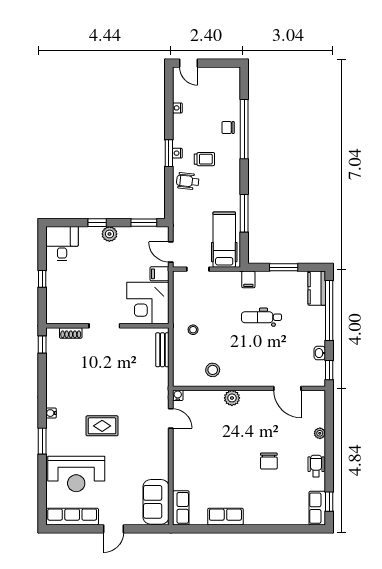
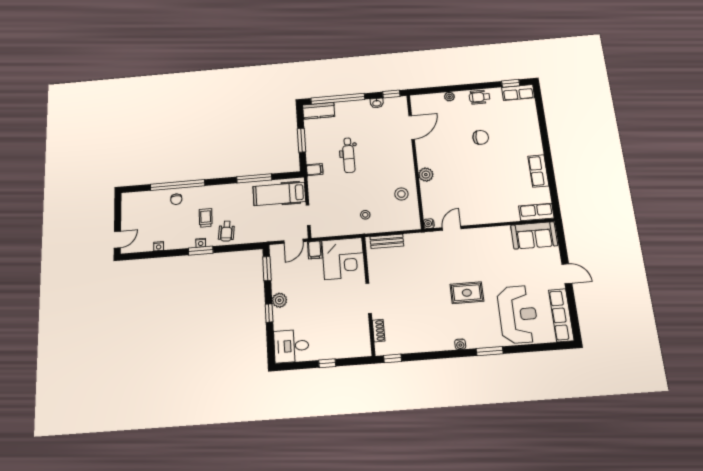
rug: (102, 426) -> (467, 293), turned 90

